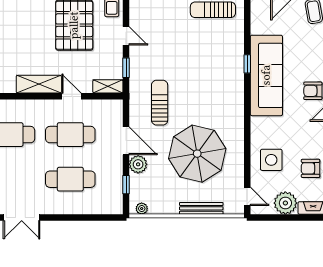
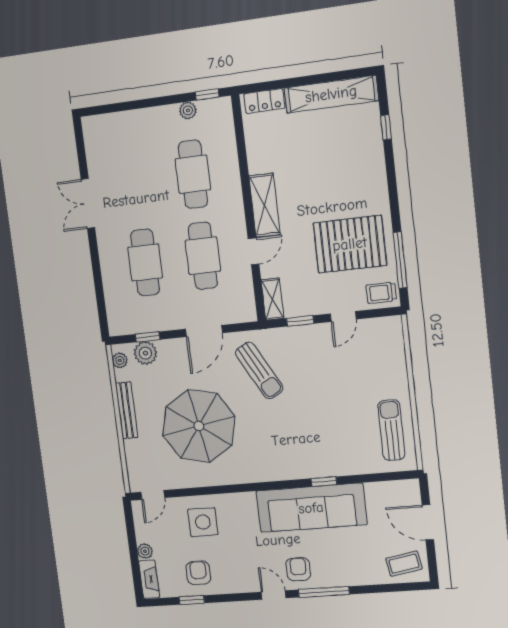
sun lounger: (160, 103) -> (259, 370), turned 61
plant: (138, 164) -> (145, 353), moved
plant: (285, 203) -> (145, 551), width x0.53, depth x0.53
bench: (201, 208) -> (127, 410), moved

